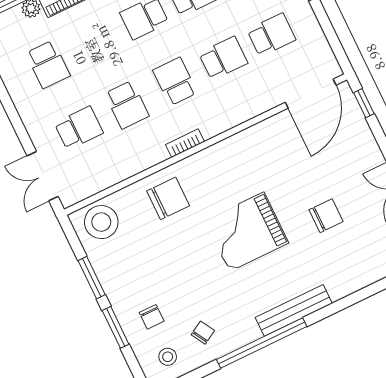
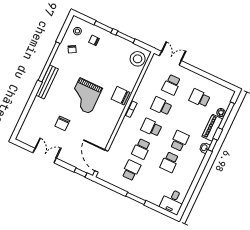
school desk: (271, 35) -> (131, 170), turned 180
school desk: (175, 81) -> (151, 128), turned 180
chair: (168, 198) -> (121, 96), moved, turned 90
grand piano: (247, 232) -> (85, 96), turned 180

